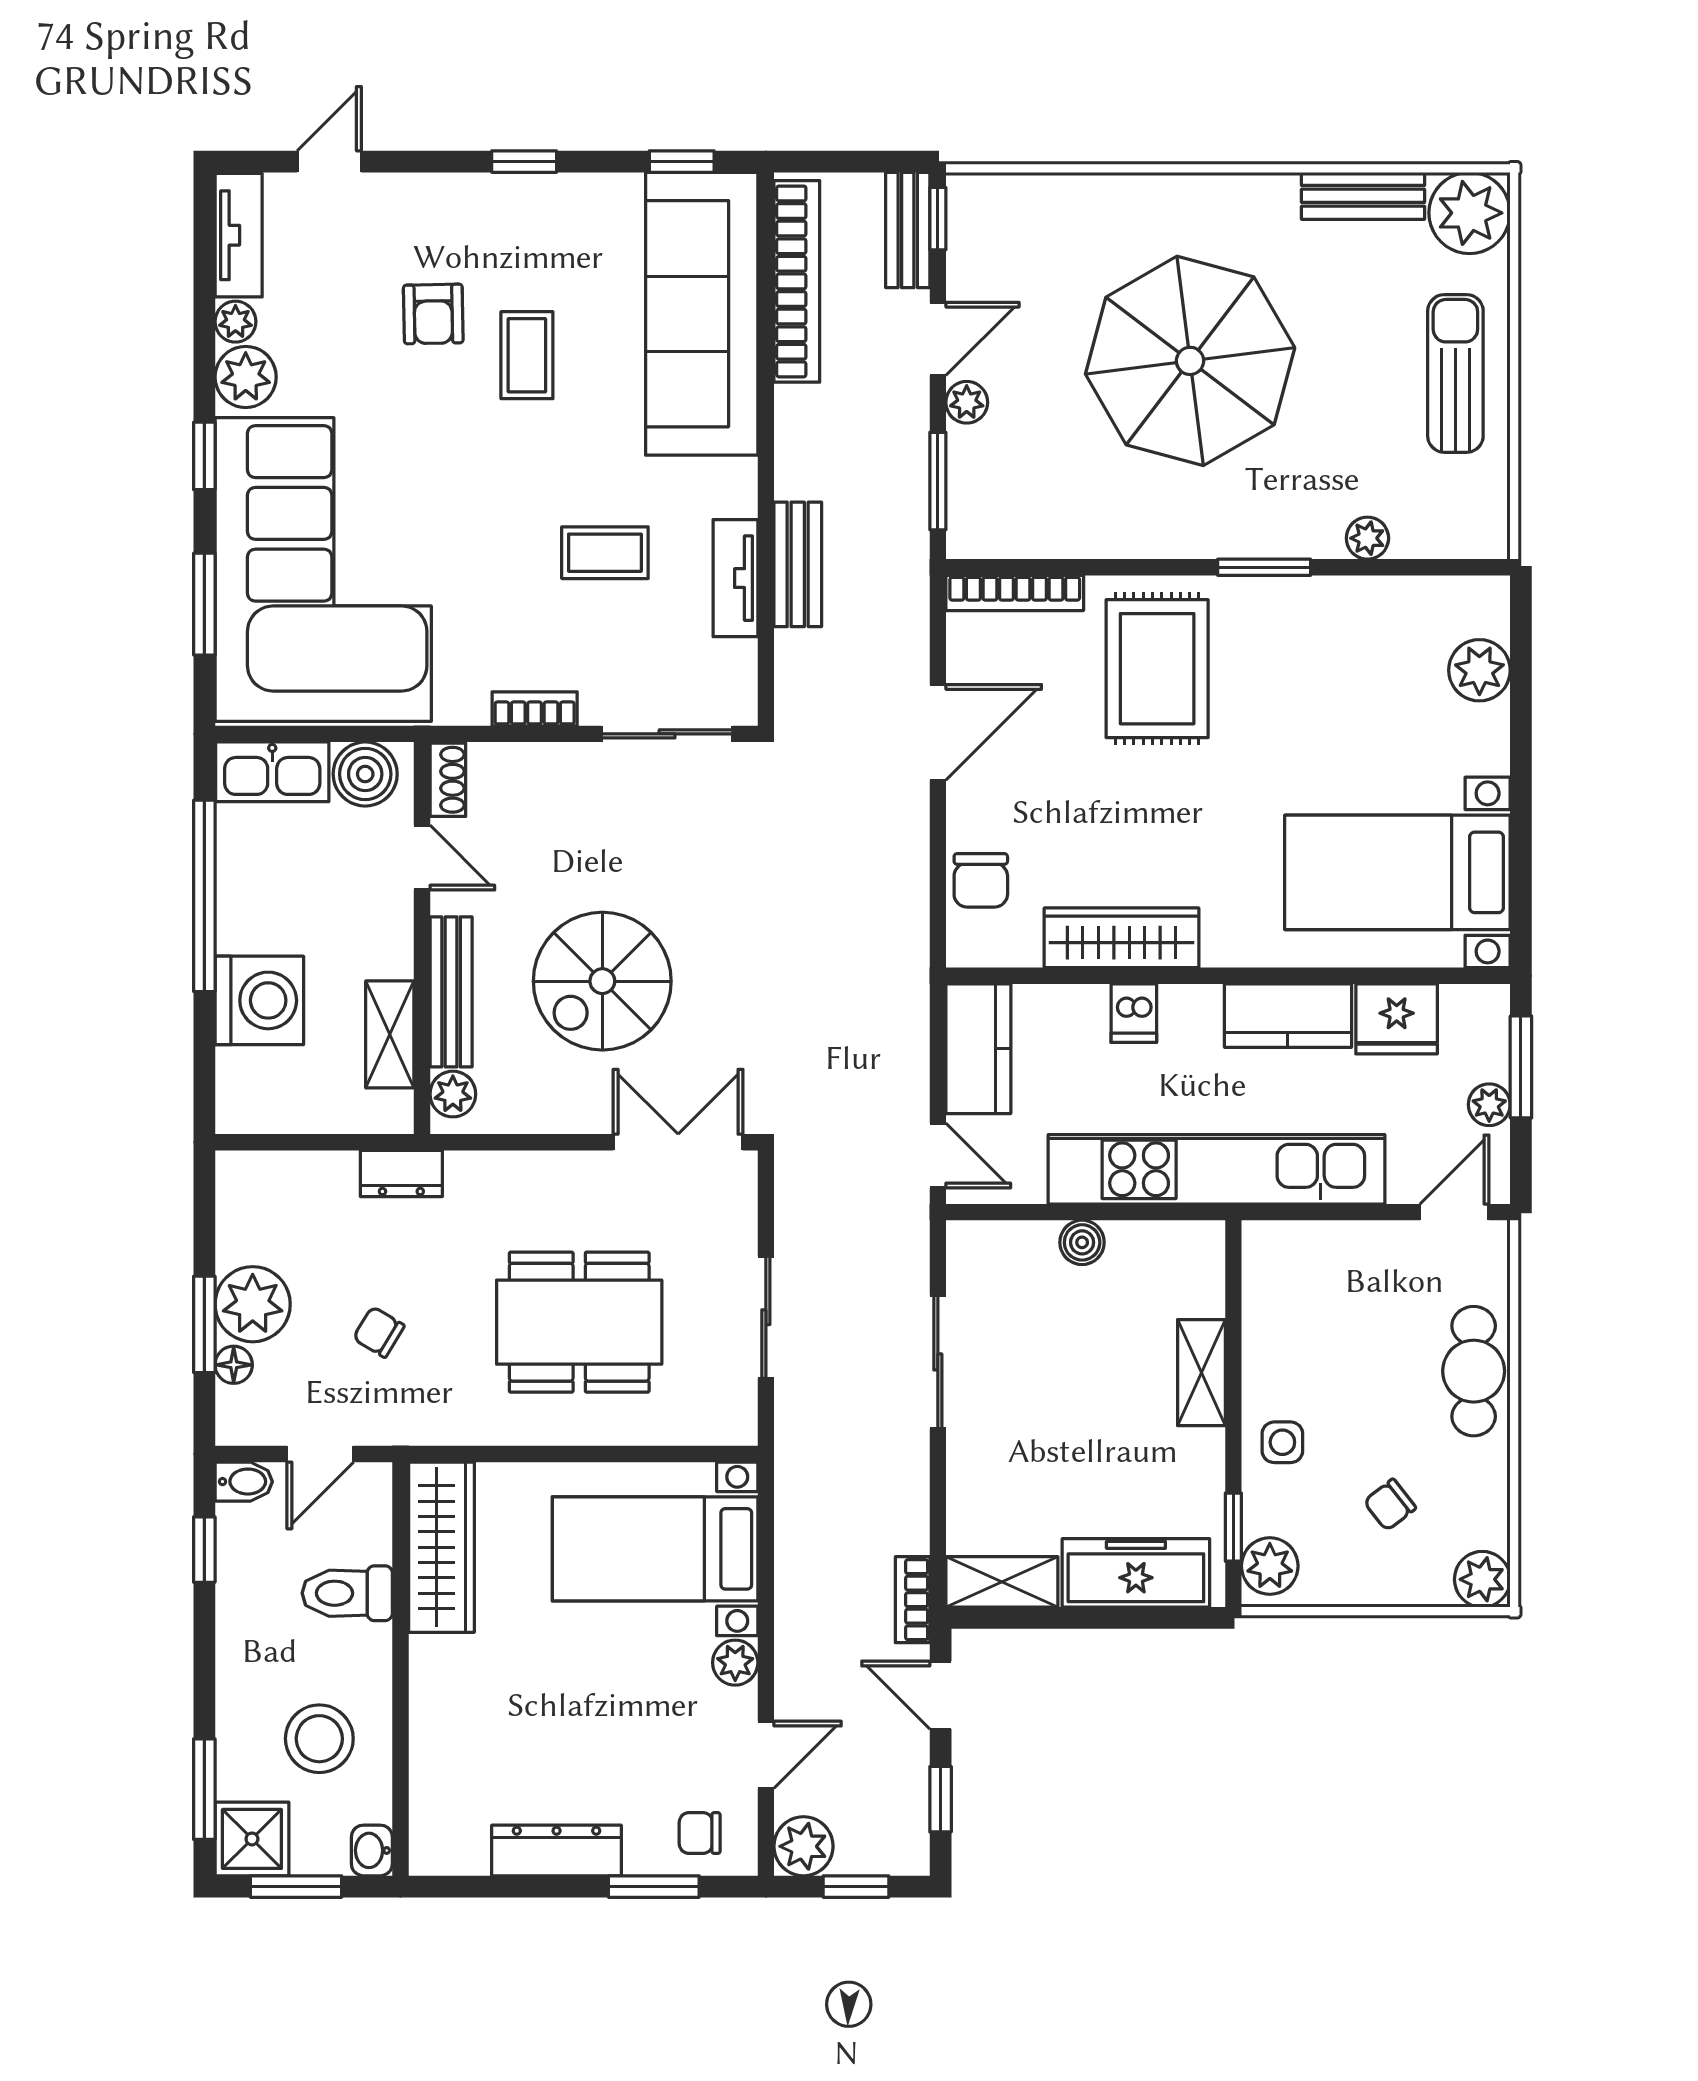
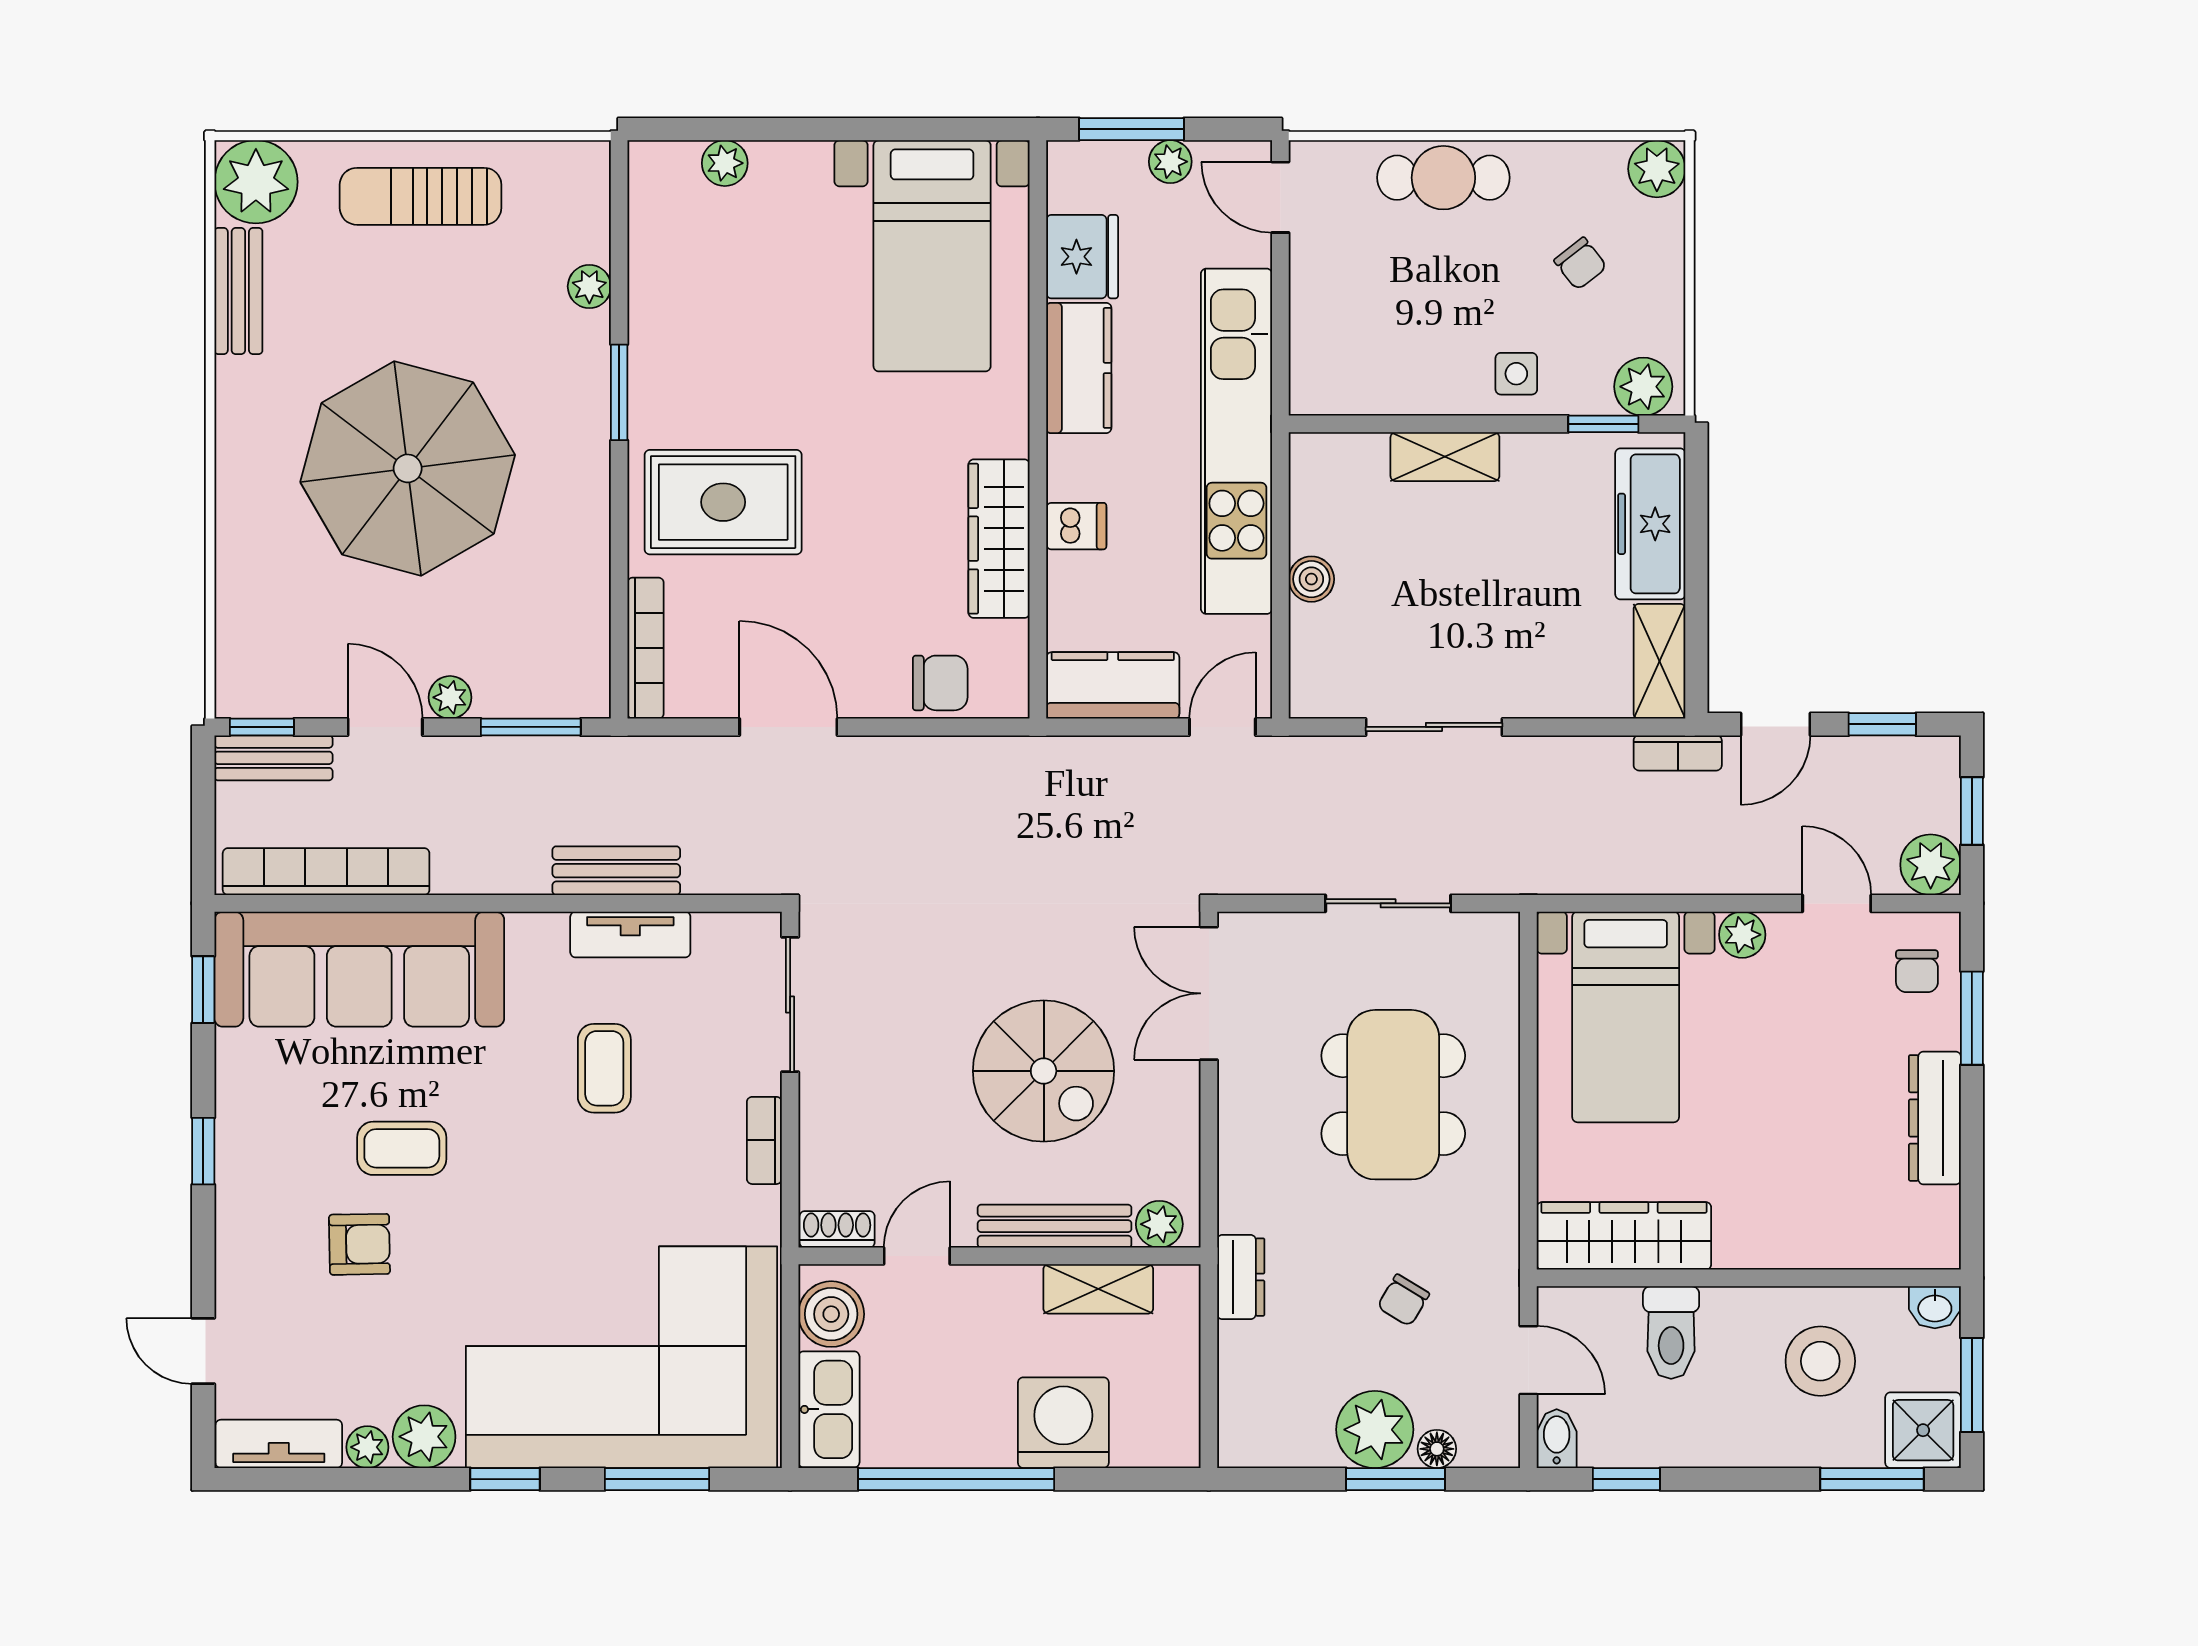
plant: (1479, 670) -> (725, 163), width x0.73, depth x0.73

